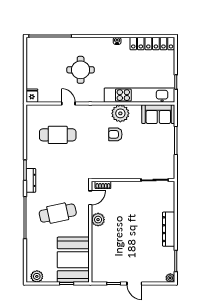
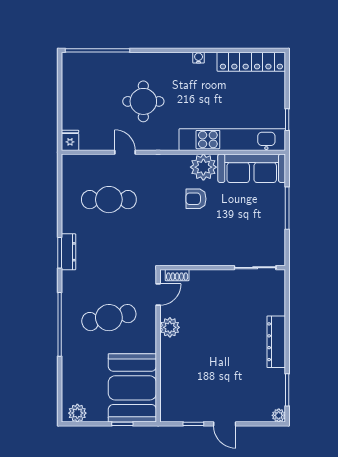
sofa: (158, 114) -> (252, 168), width x1.36
dresser: (31, 180) -> (68, 252), moved

